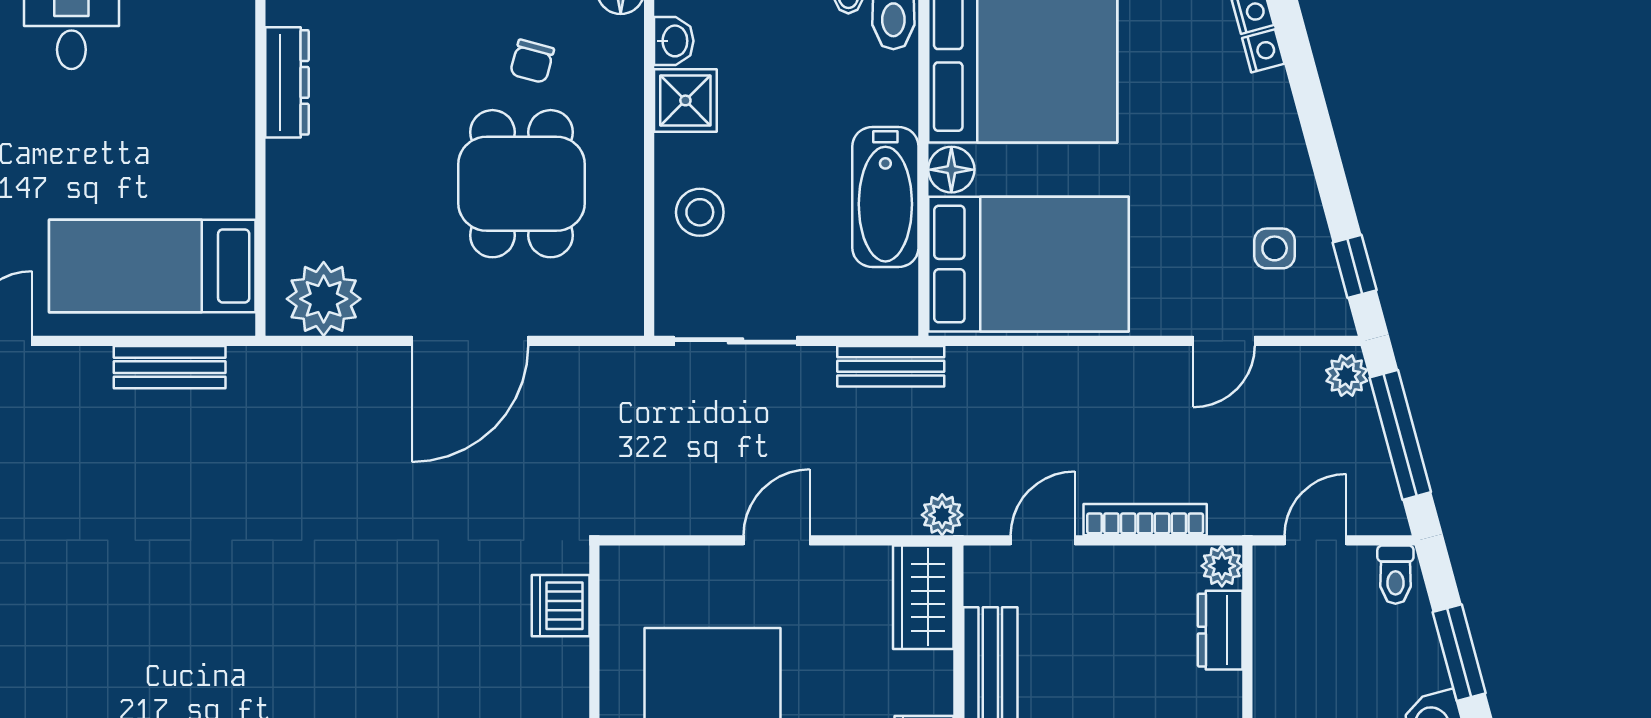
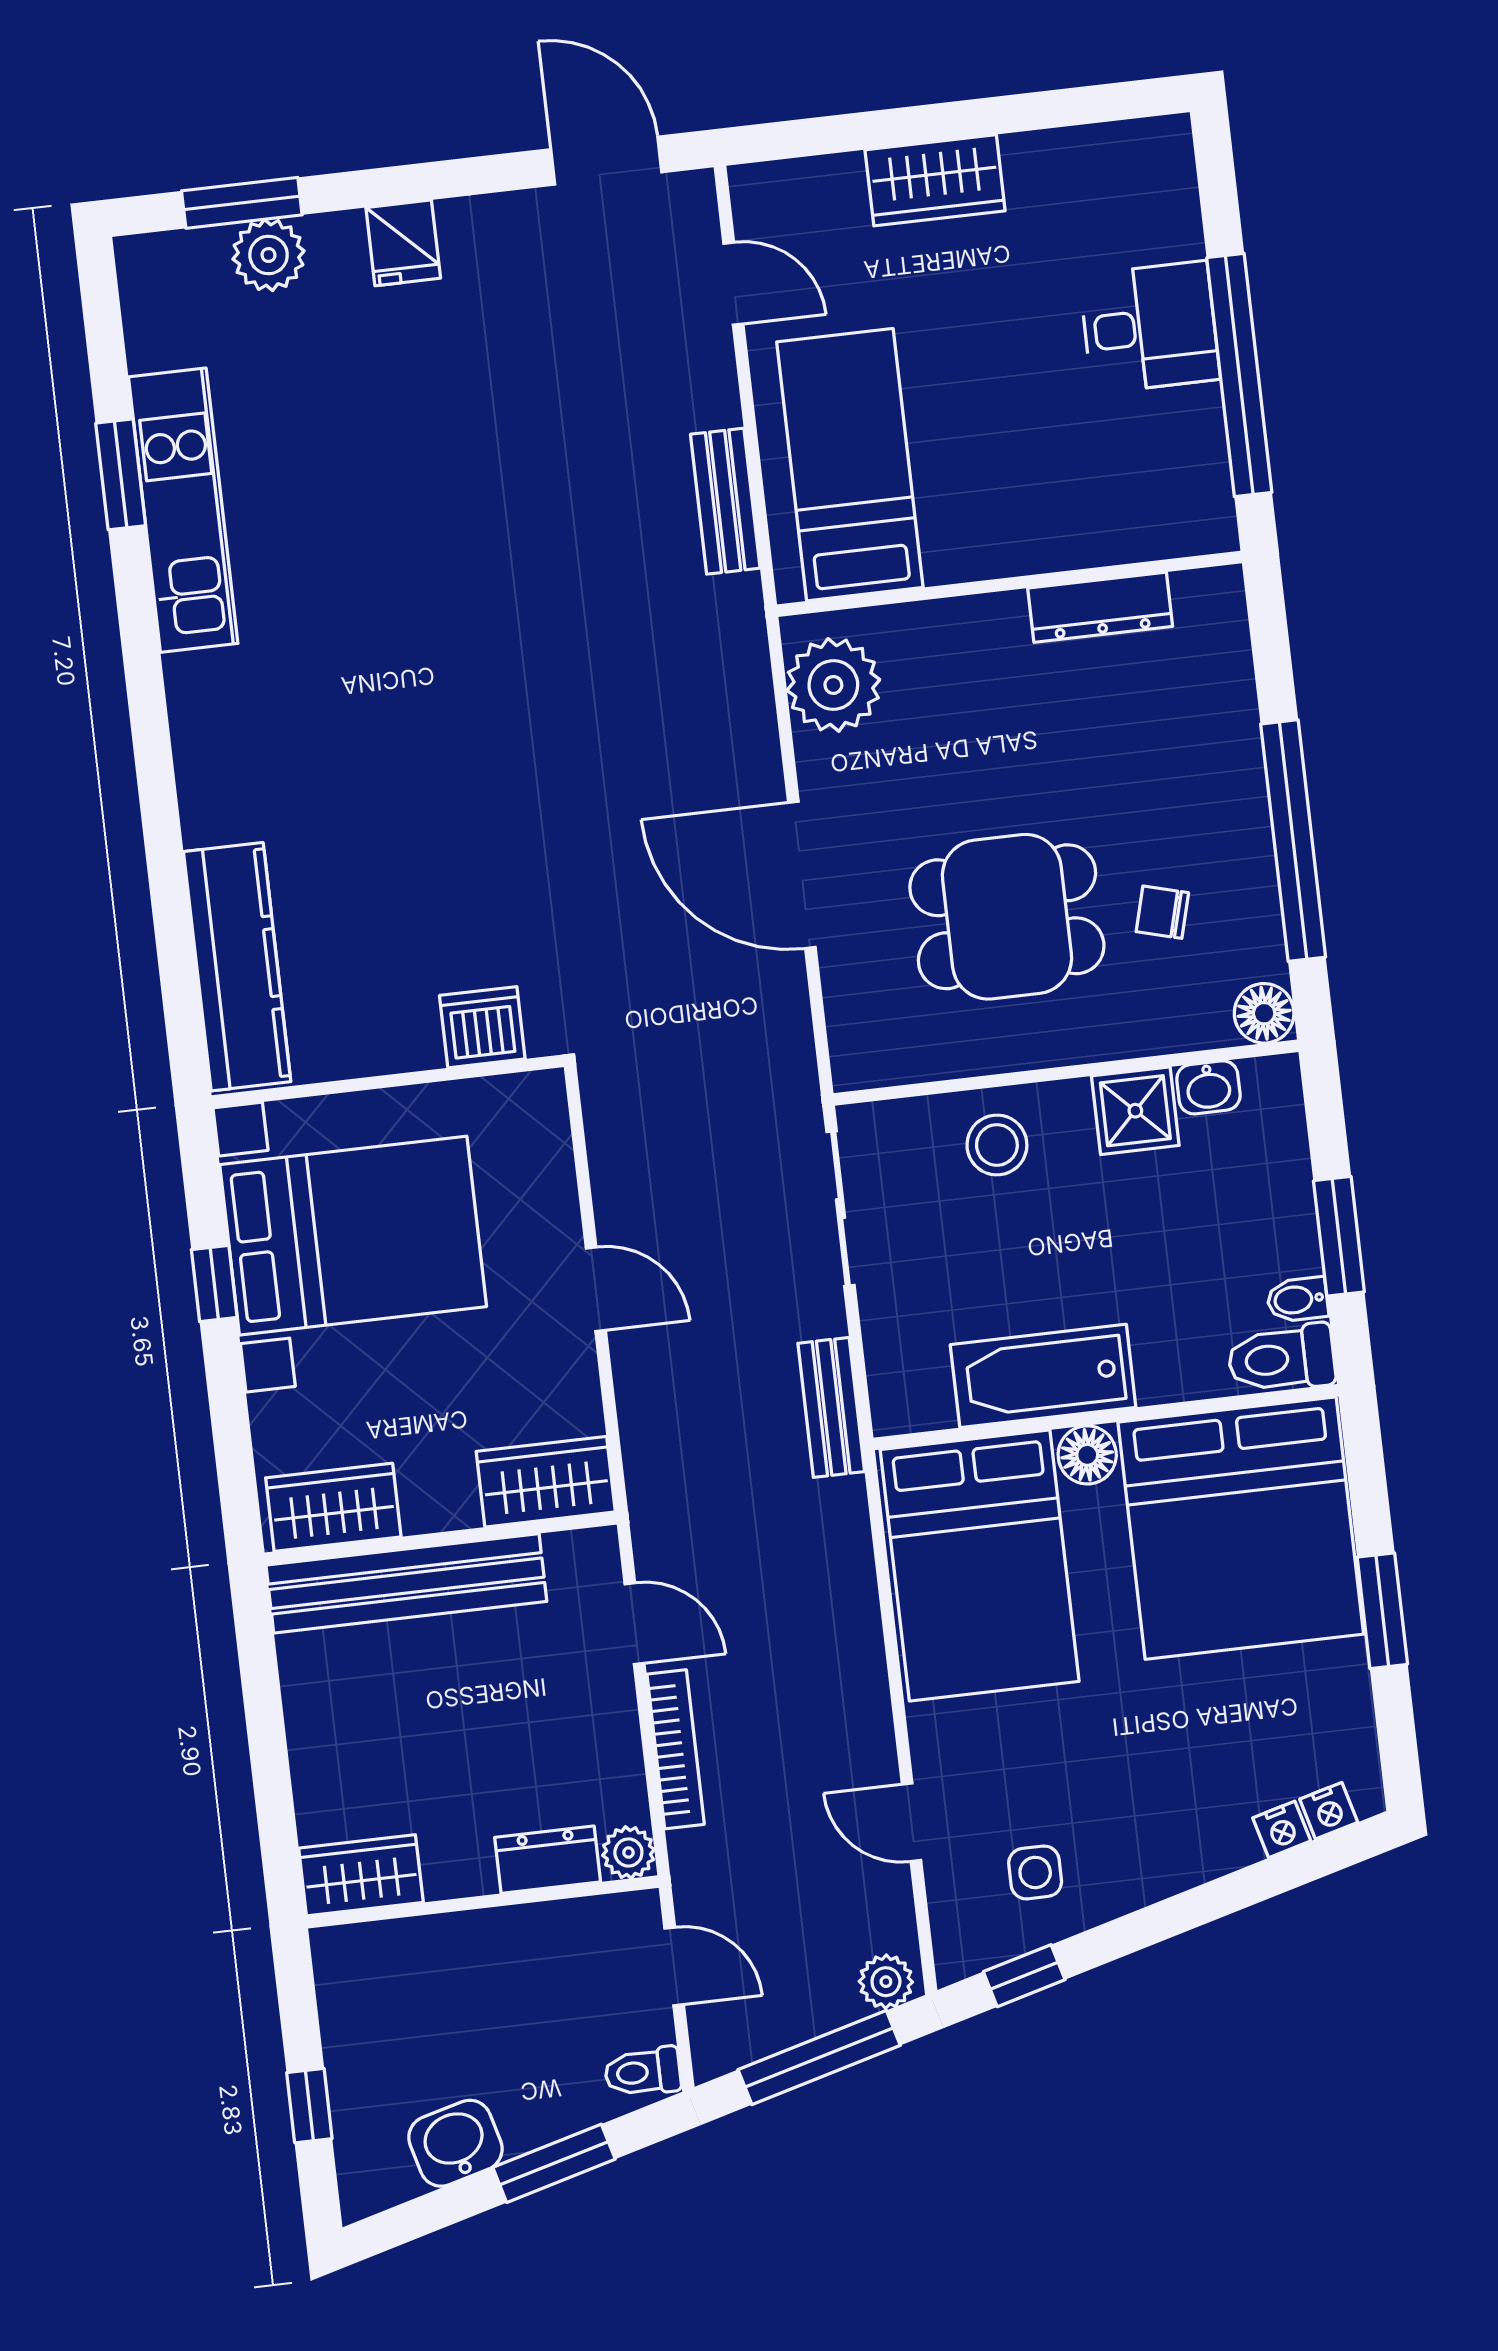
plant: (942, 515) -> (652, 1494), removed

